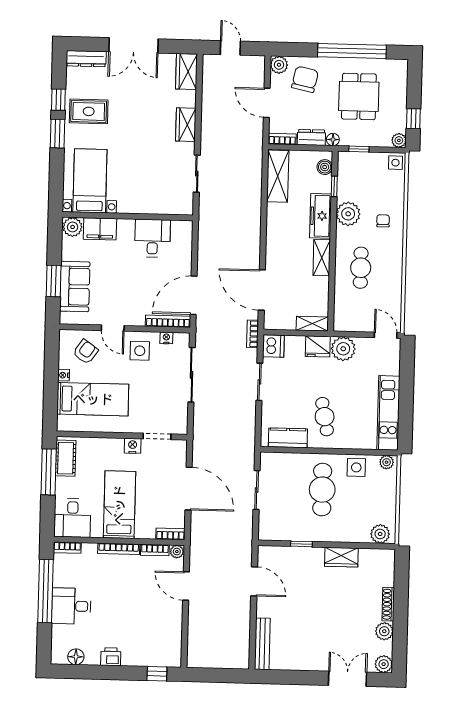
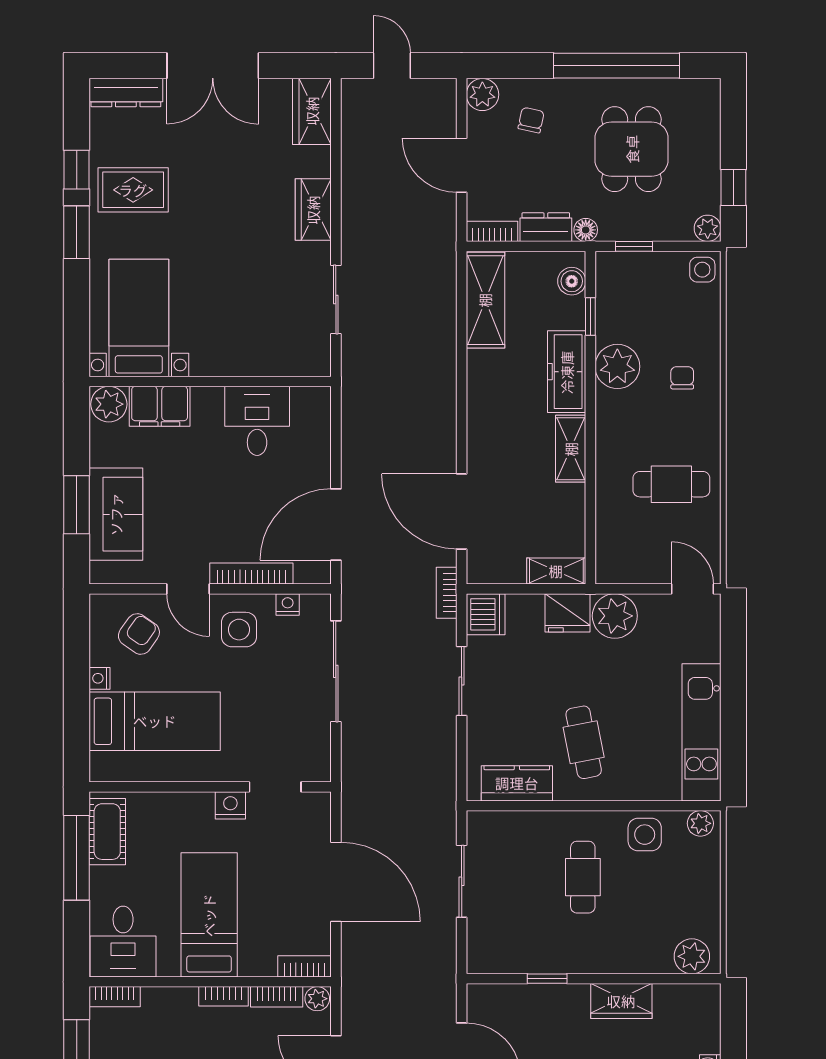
chair: (305, 79) -> (531, 120), width x0.54, depth x0.54
cafe table: (361, 268) -> (671, 484), moved, turned 90
bookcase: (168, 321) -> (251, 574), moved
cafe table: (322, 490) -> (583, 877), width x0.73, depth x0.74
bookcase: (119, 549) -> (224, 996), width x0.64

